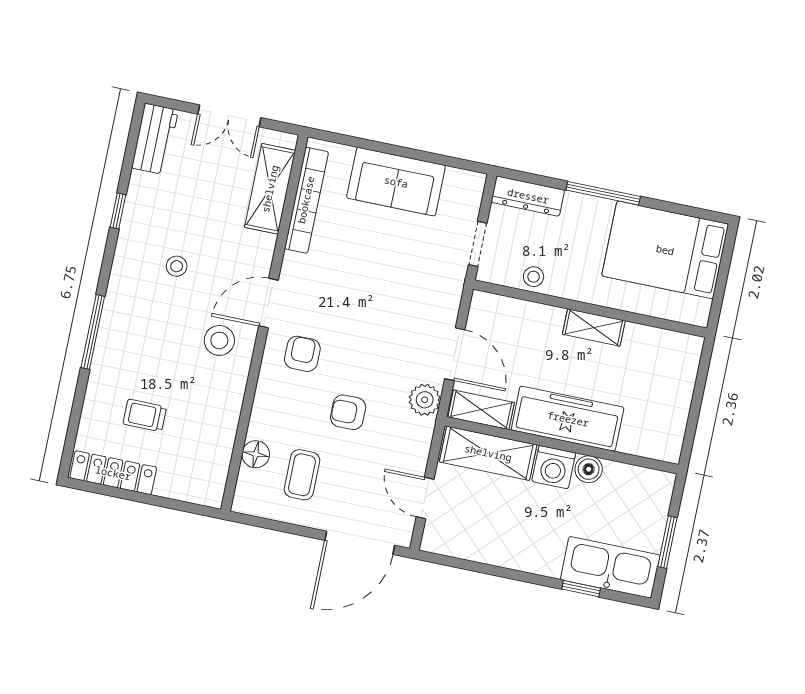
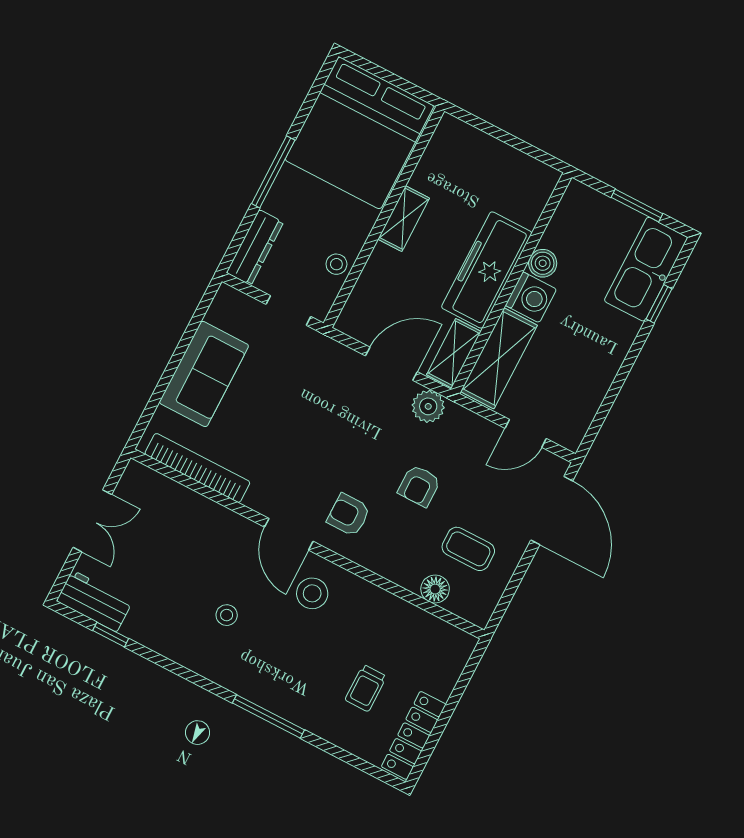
shelving: (270, 189) -> (176, 501), removed
window: (118, 211) -> (111, 635), moved
bed: (665, 250) -> (359, 133), width x1.36

